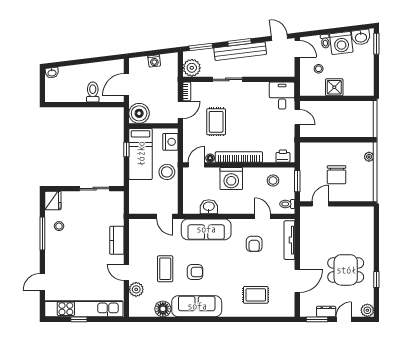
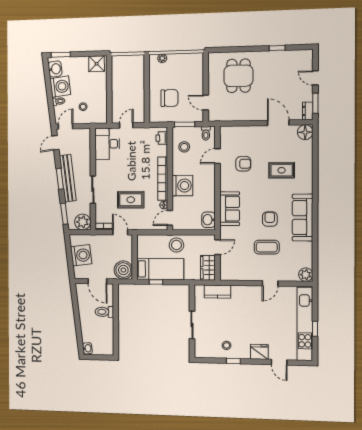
washing machine: (154, 61) -> (81, 255), width x1.89, depth x1.89
shower: (334, 87) -> (97, 64), moved
desk: (282, 96) -> (107, 144), width x1.37
nightstand: (170, 142) -> (149, 242), removed
door: (196, 165) -> (170, 218), hinge flipped
chair: (337, 175) -> (169, 98), moved
sliding door: (95, 189) -> (192, 325), moved
fridge: (53, 201) -> (259, 352), moved
wardrobe: (142, 206) -> (208, 268), added
washbasin: (209, 207) -> (208, 220), moved
sofa: (206, 229) -> (230, 209), width x0.73
window: (42, 233) -> (233, 361), width x0.46
kitchen counter: (117, 240) -> (217, 292), moved
tv unit: (289, 240) -> (240, 131), removed
dining table: (346, 270) -> (238, 76), moved
plant: (136, 289) -> (306, 275), moved
rug: (256, 295) -> (282, 170), moved, turned 90
floor lamp: (163, 309) -> (305, 132), moved
plant: (367, 310) -> (307, 56), removed
dresser: (326, 312) -> (308, 111), moved

